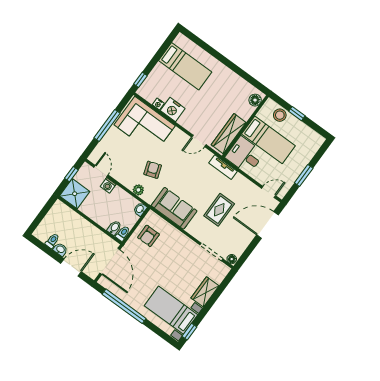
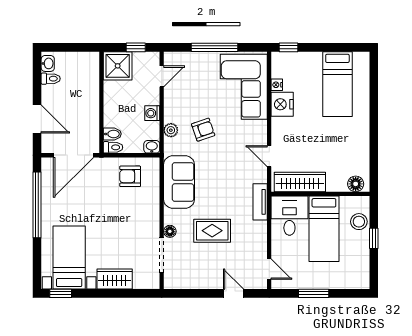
washing machine: (108, 185) -> (152, 113), moved
door: (267, 225) -> (233, 293), width x0.53
washbasin: (60, 249) -> (48, 63), moved
floor lamp: (232, 259) -> (170, 231), moved

